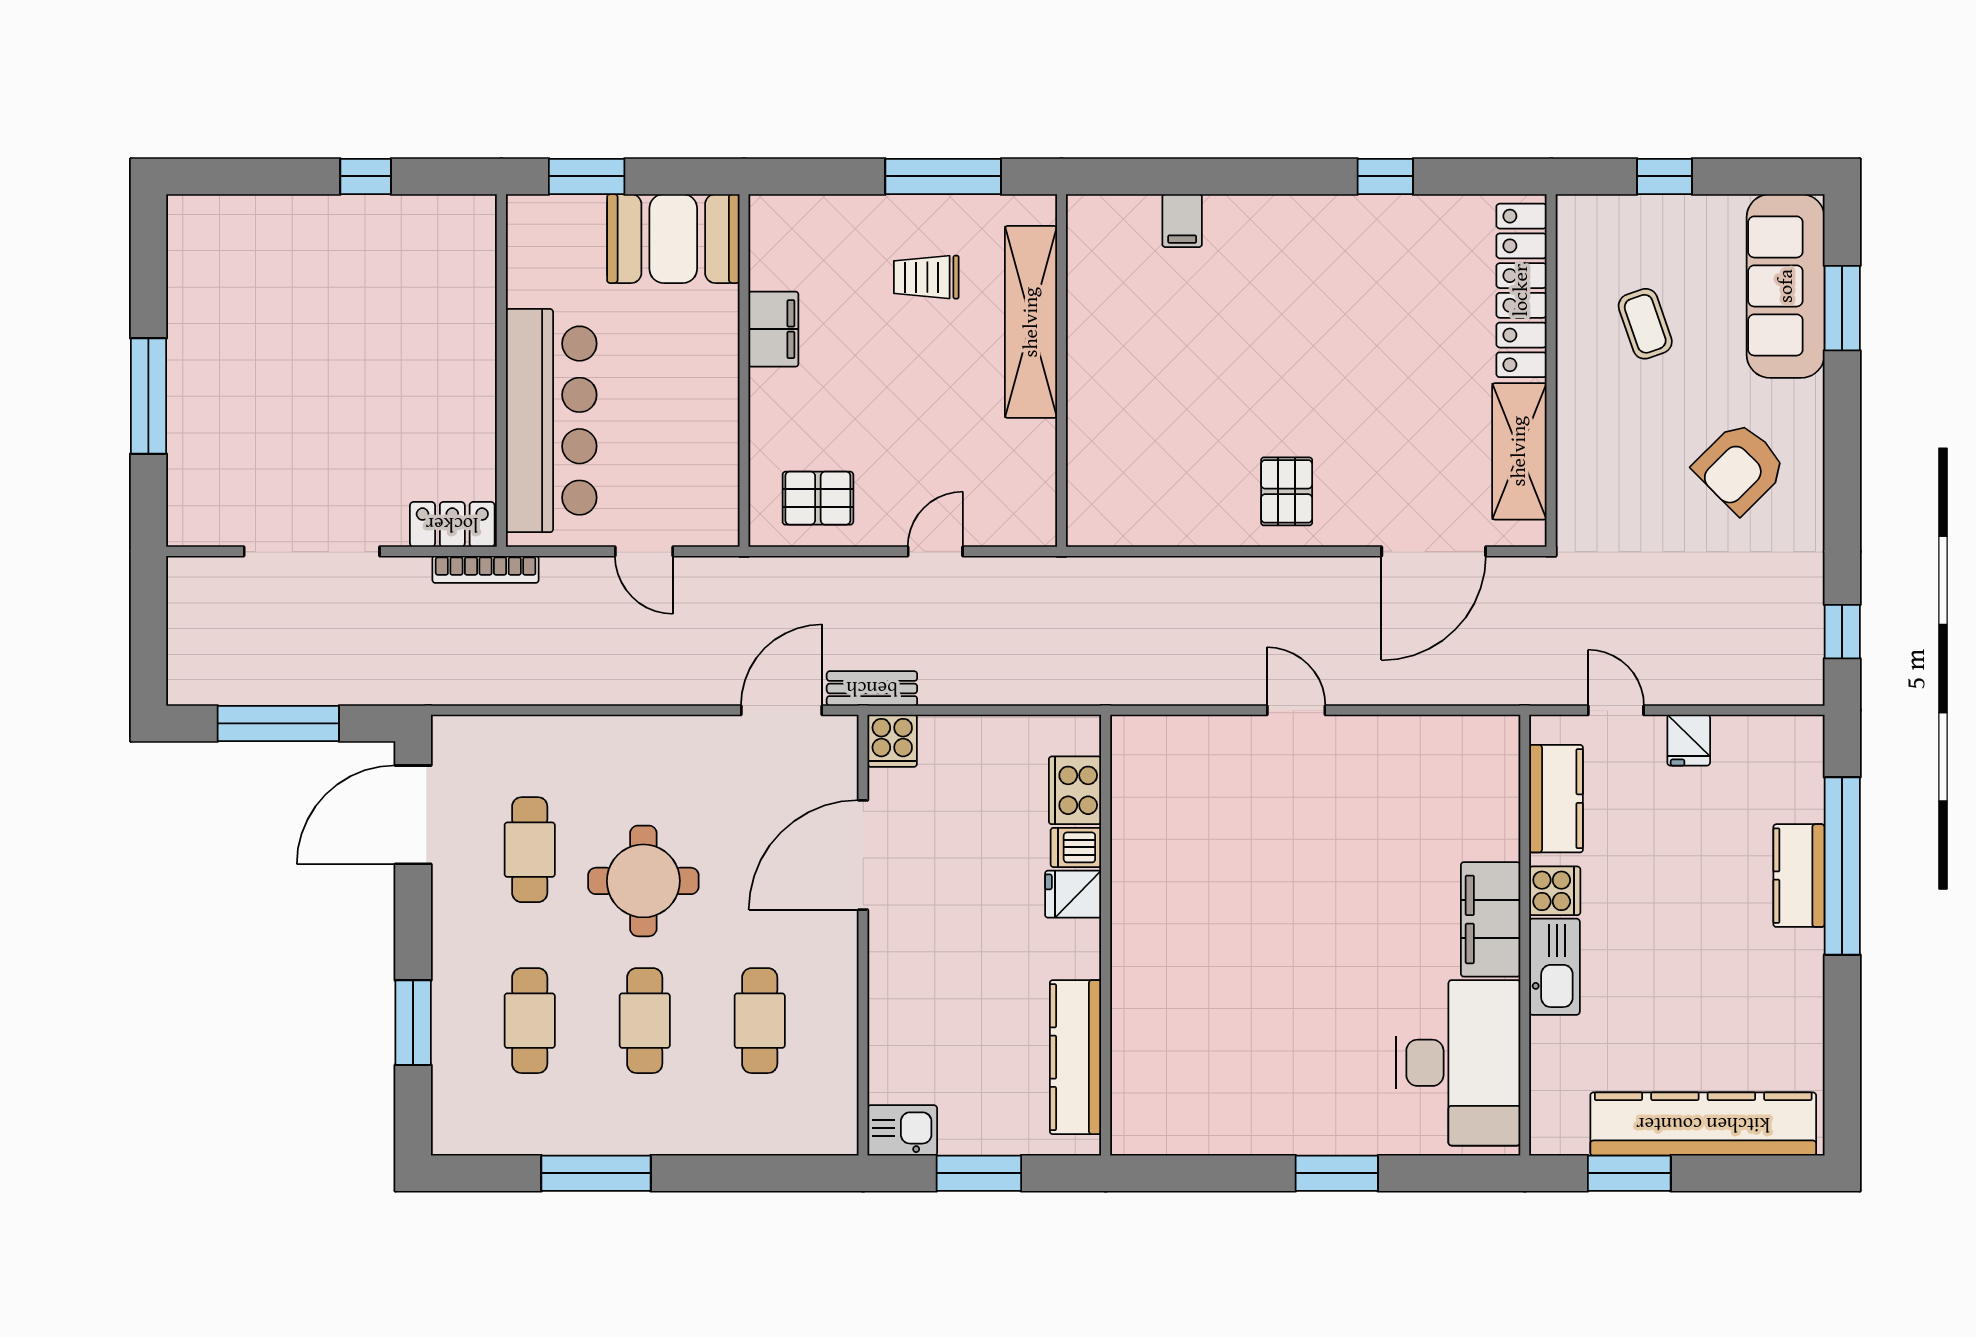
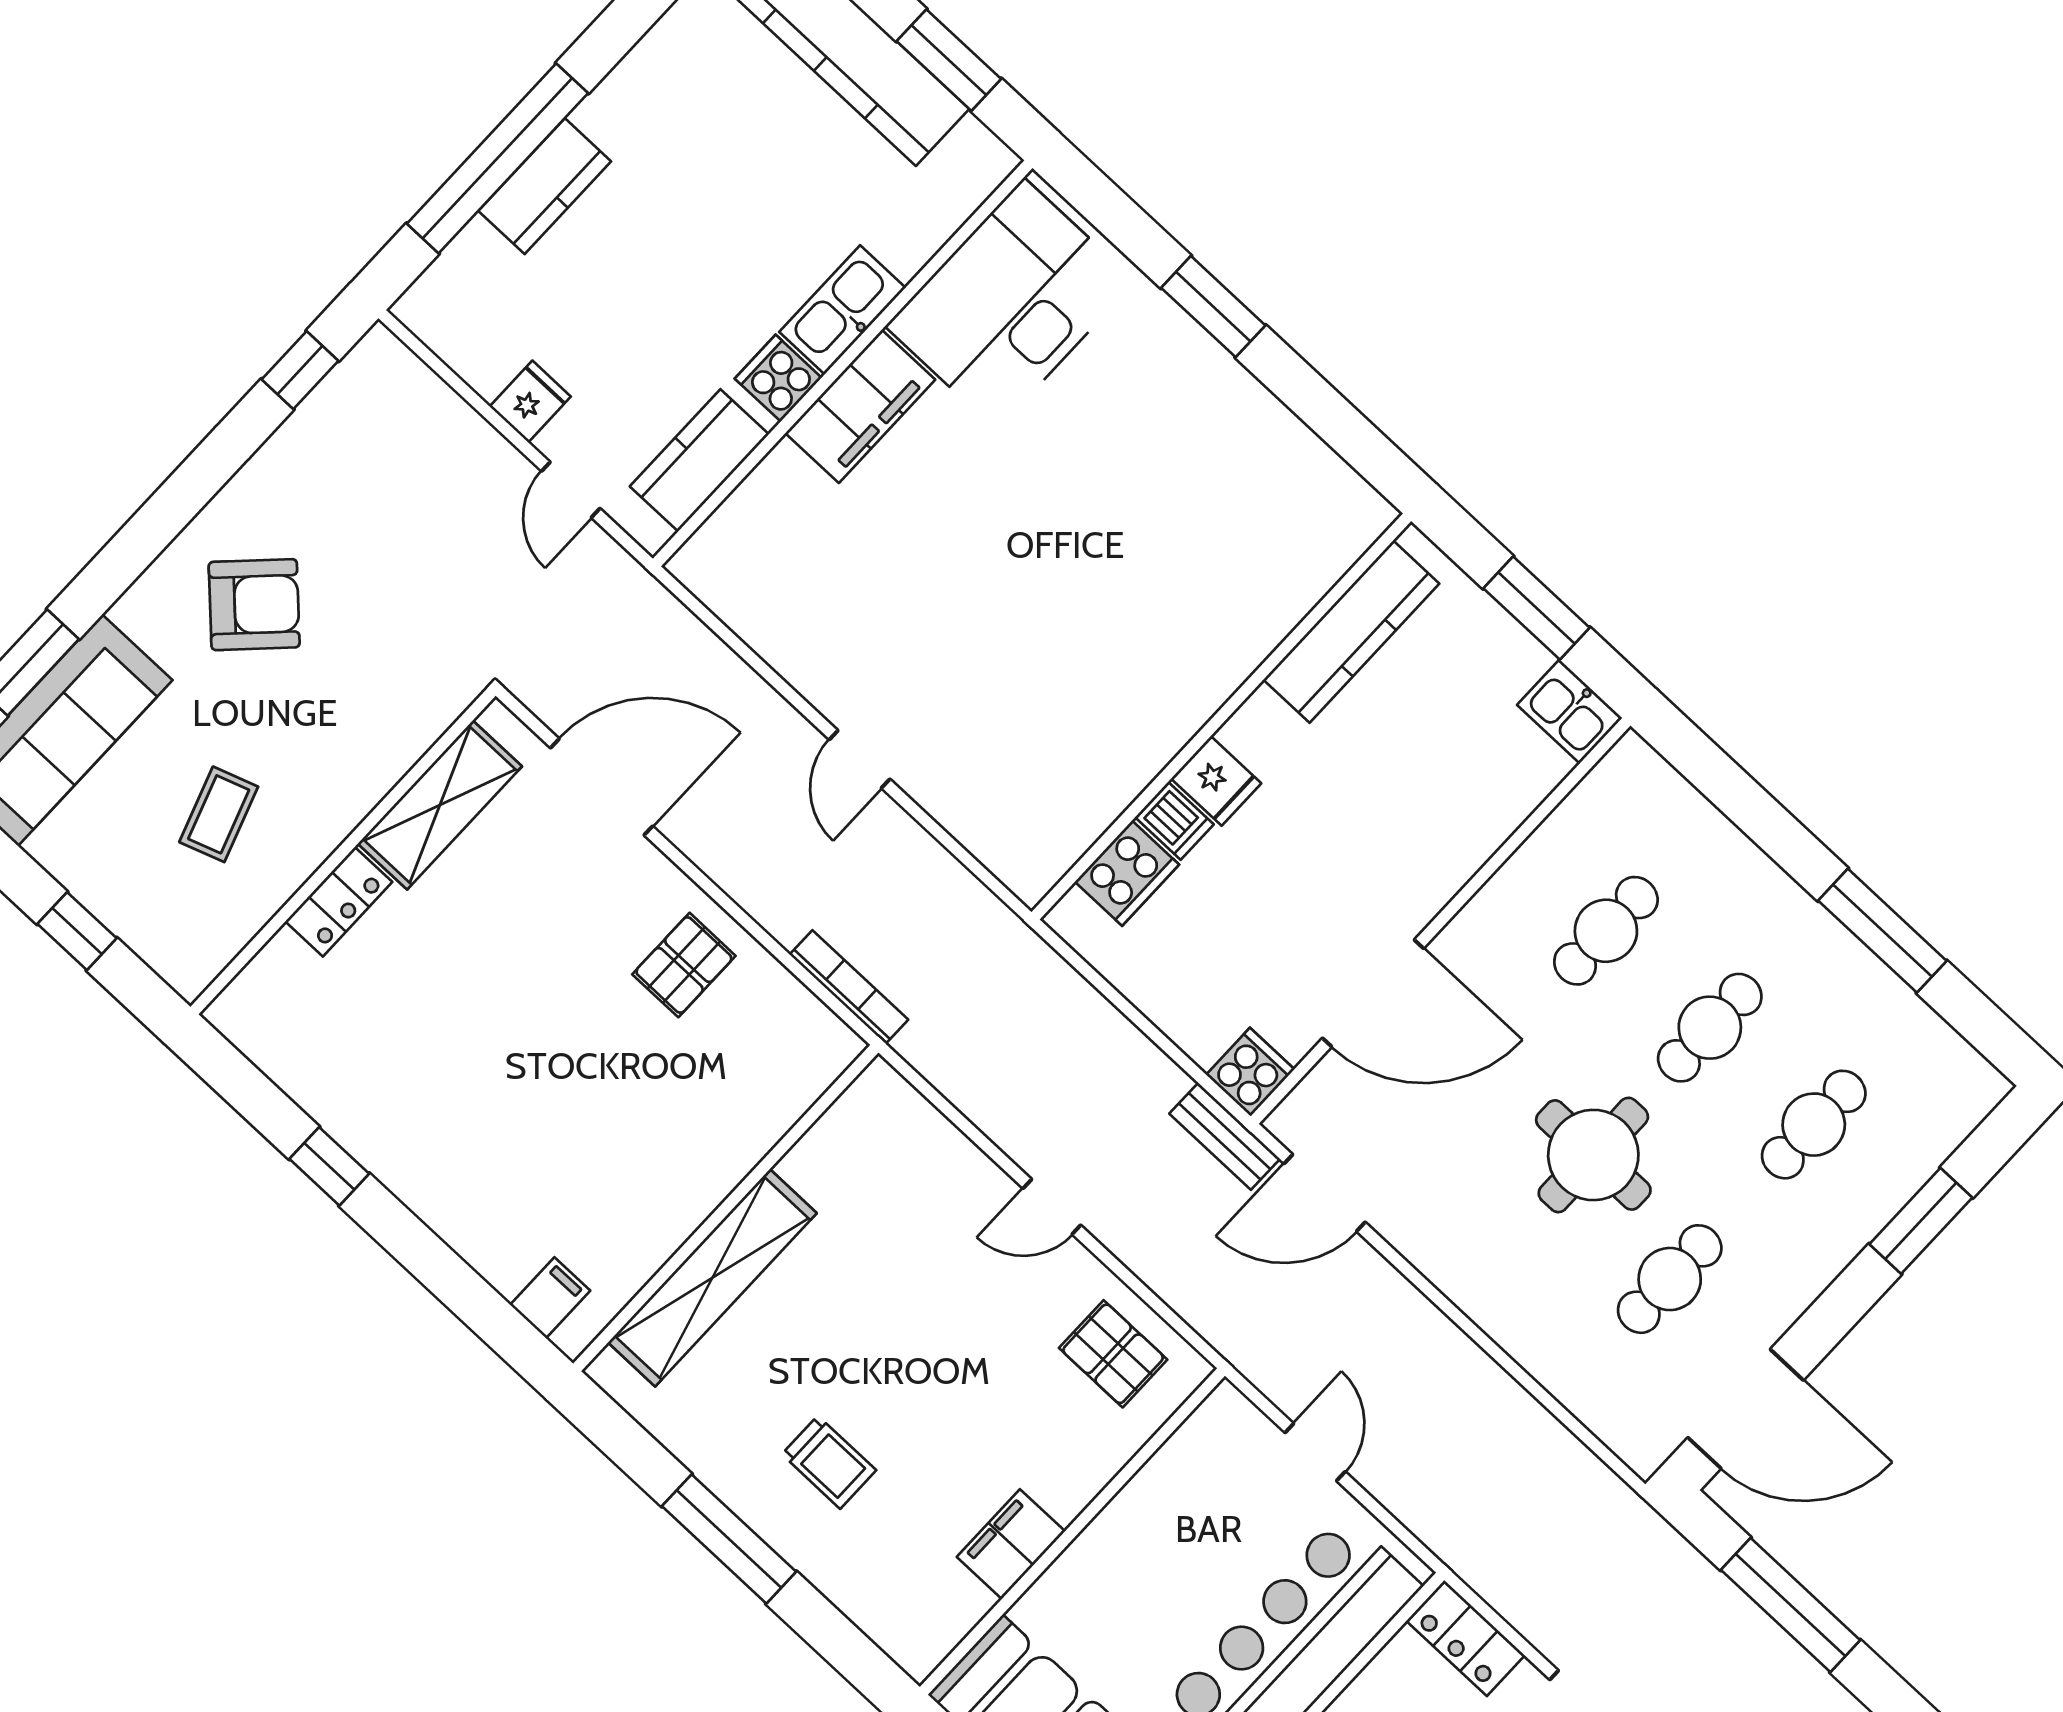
locker: (1521, 290) -> (339, 902), width x0.46, depth x0.83
shelving: (1031, 322) -> (712, 1278), moved
wall: (1062, 371) -> (726, 1208), moved
bookcase: (486, 569) -> (849, 987), moved

